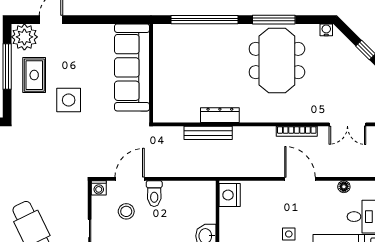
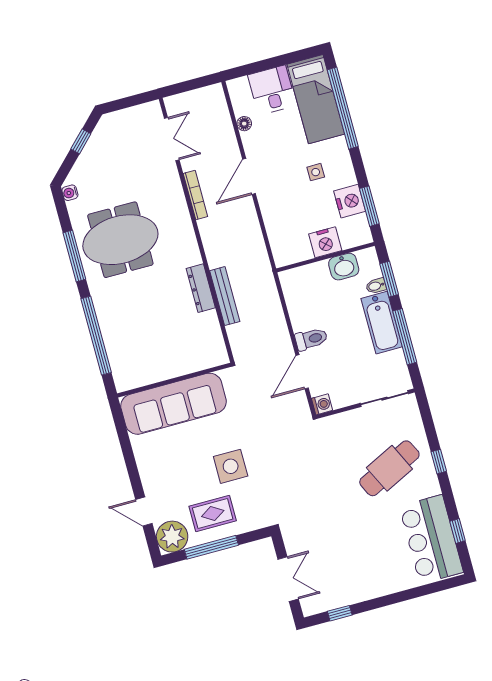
door: (130, 179) -> (302, 372), hinge flipped
nightstand: (230, 195) -> (325, 242), moved
stool: (126, 211) -> (340, 365), removed

